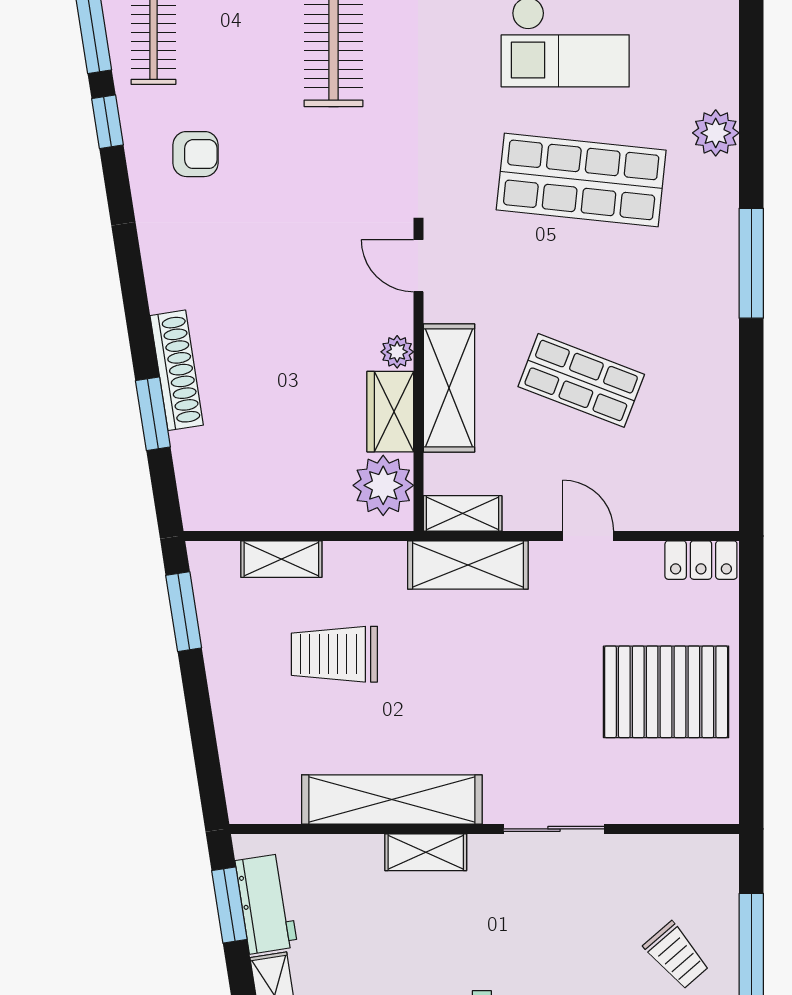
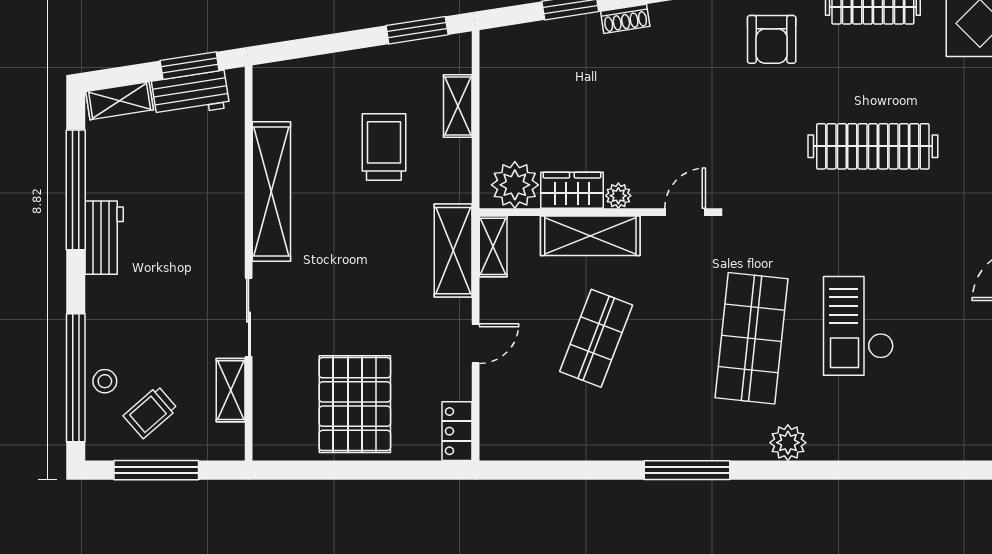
armchair: (195, 154) -> (772, 39), width x1.38, depth x1.38
shoe rack: (177, 370) -> (625, 19), width x0.51, depth x0.81
shelving: (426, 852) -> (231, 390), moved

